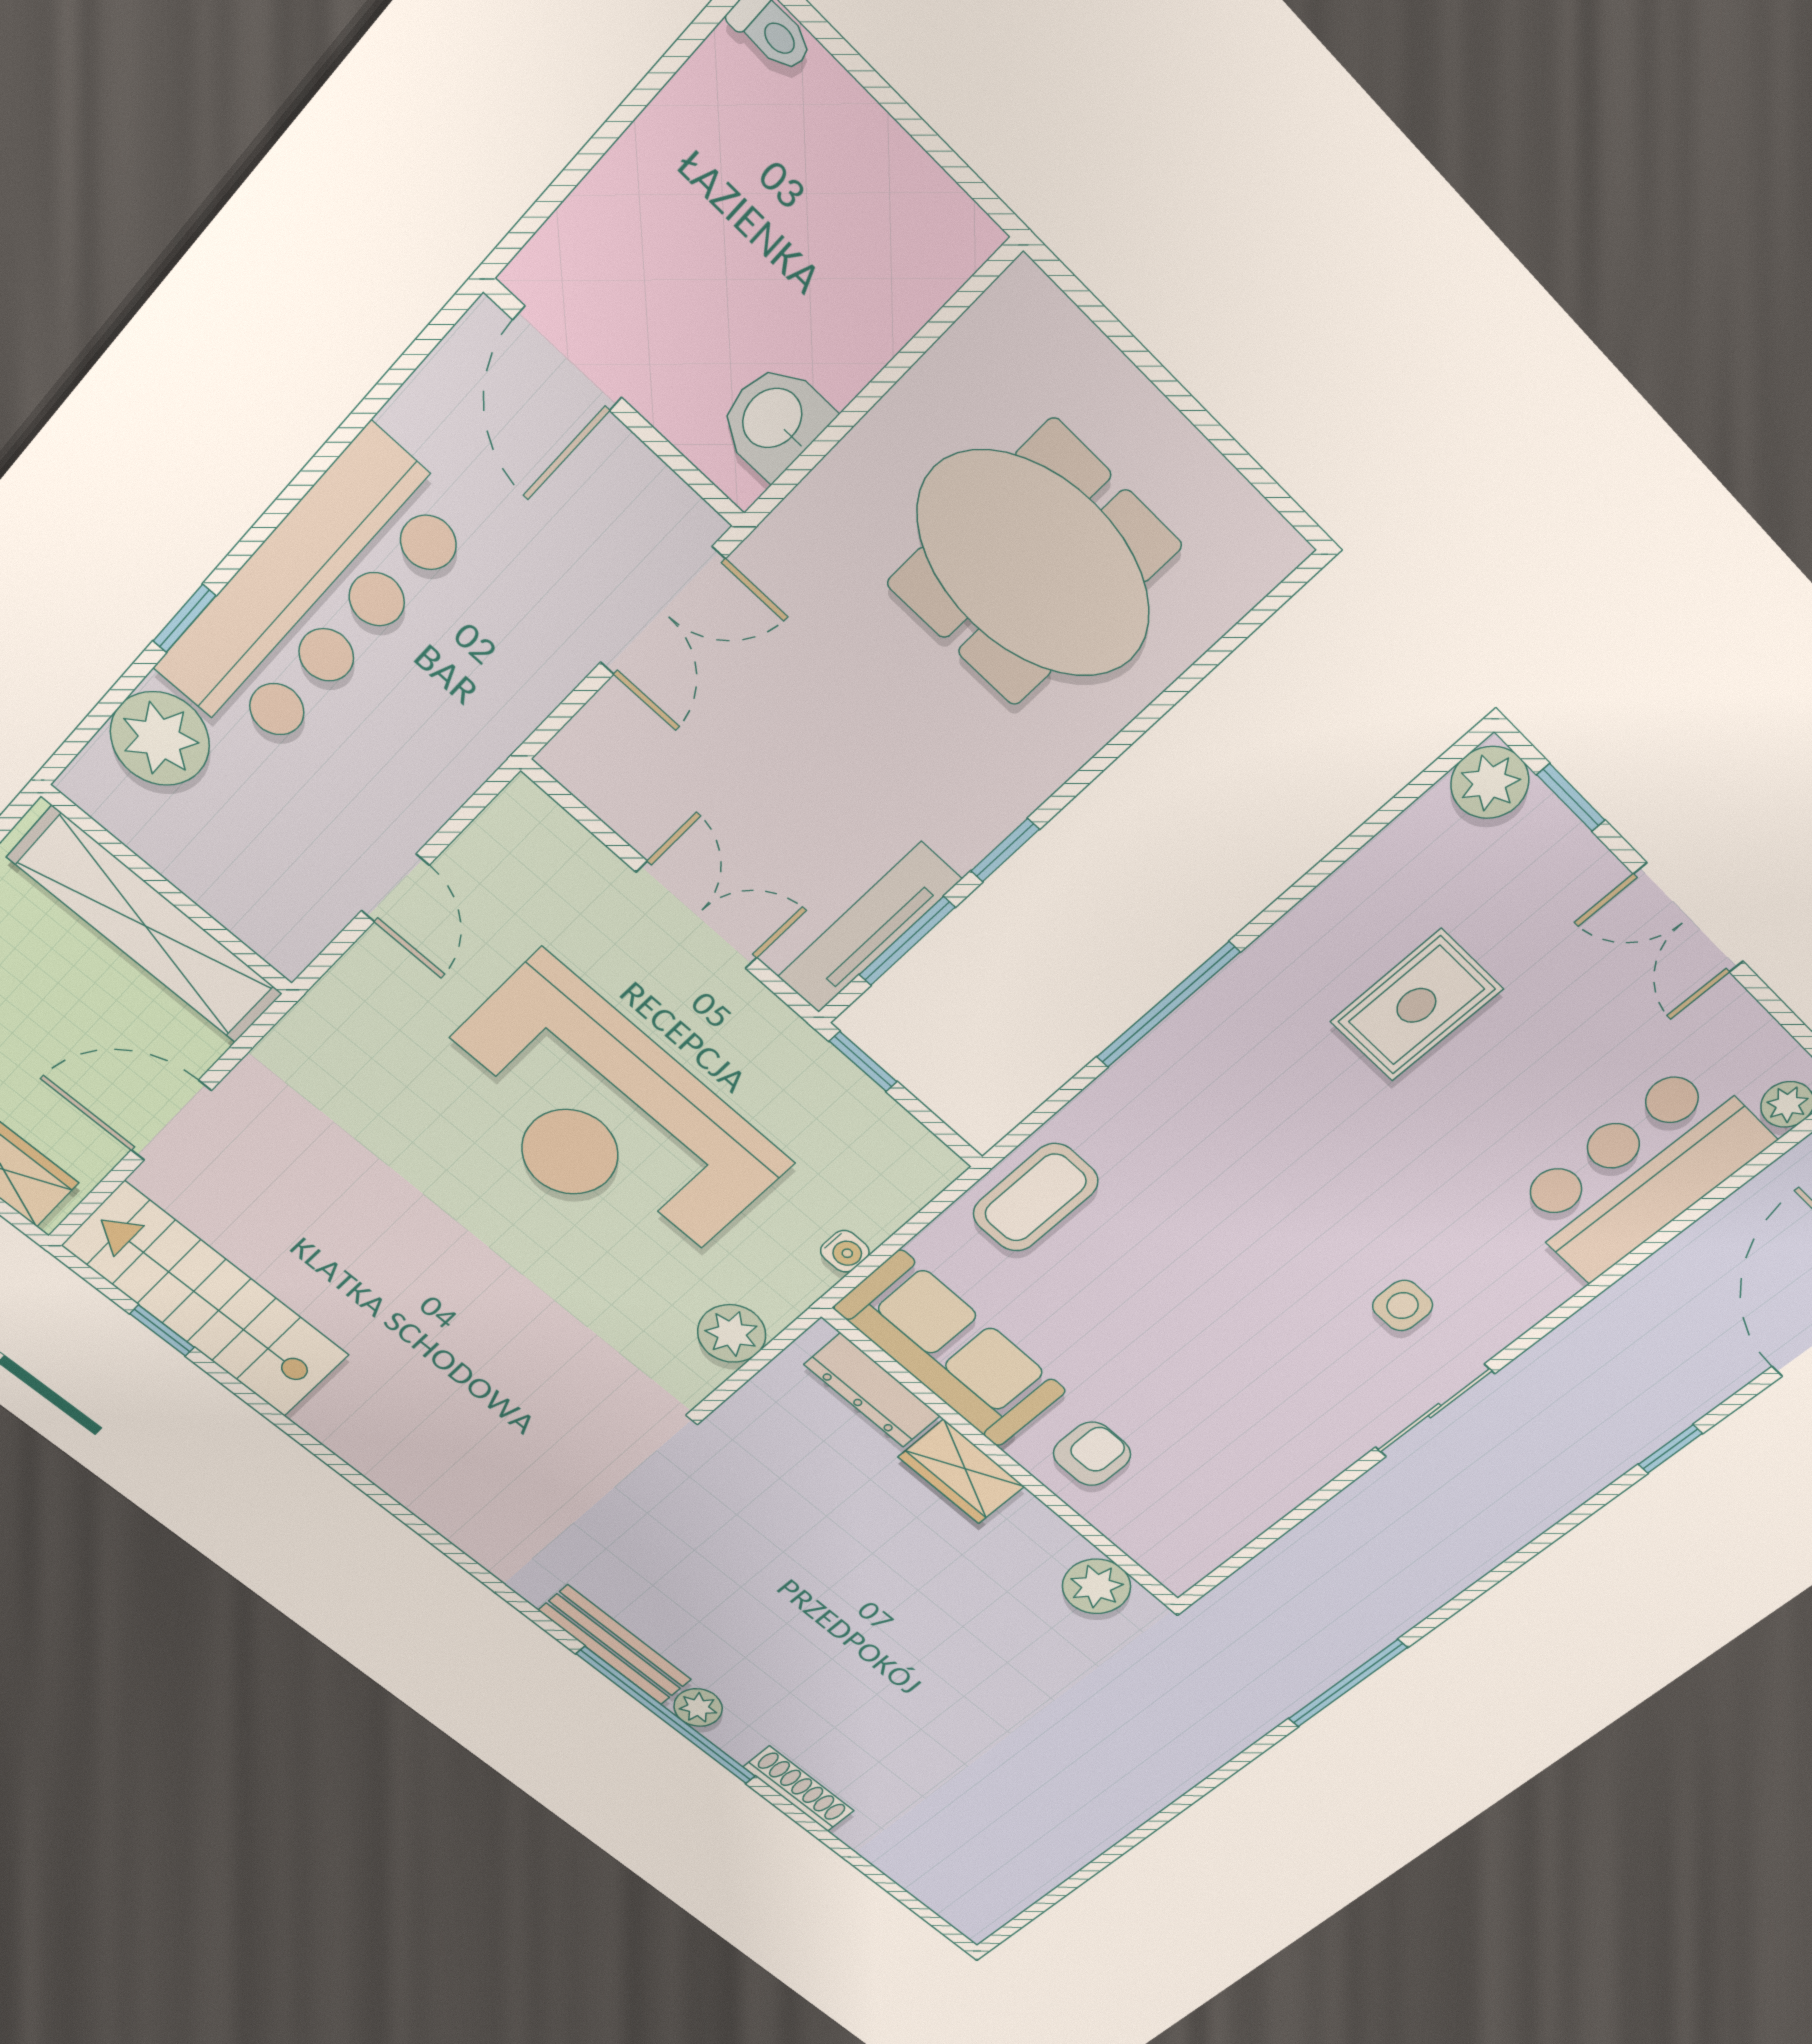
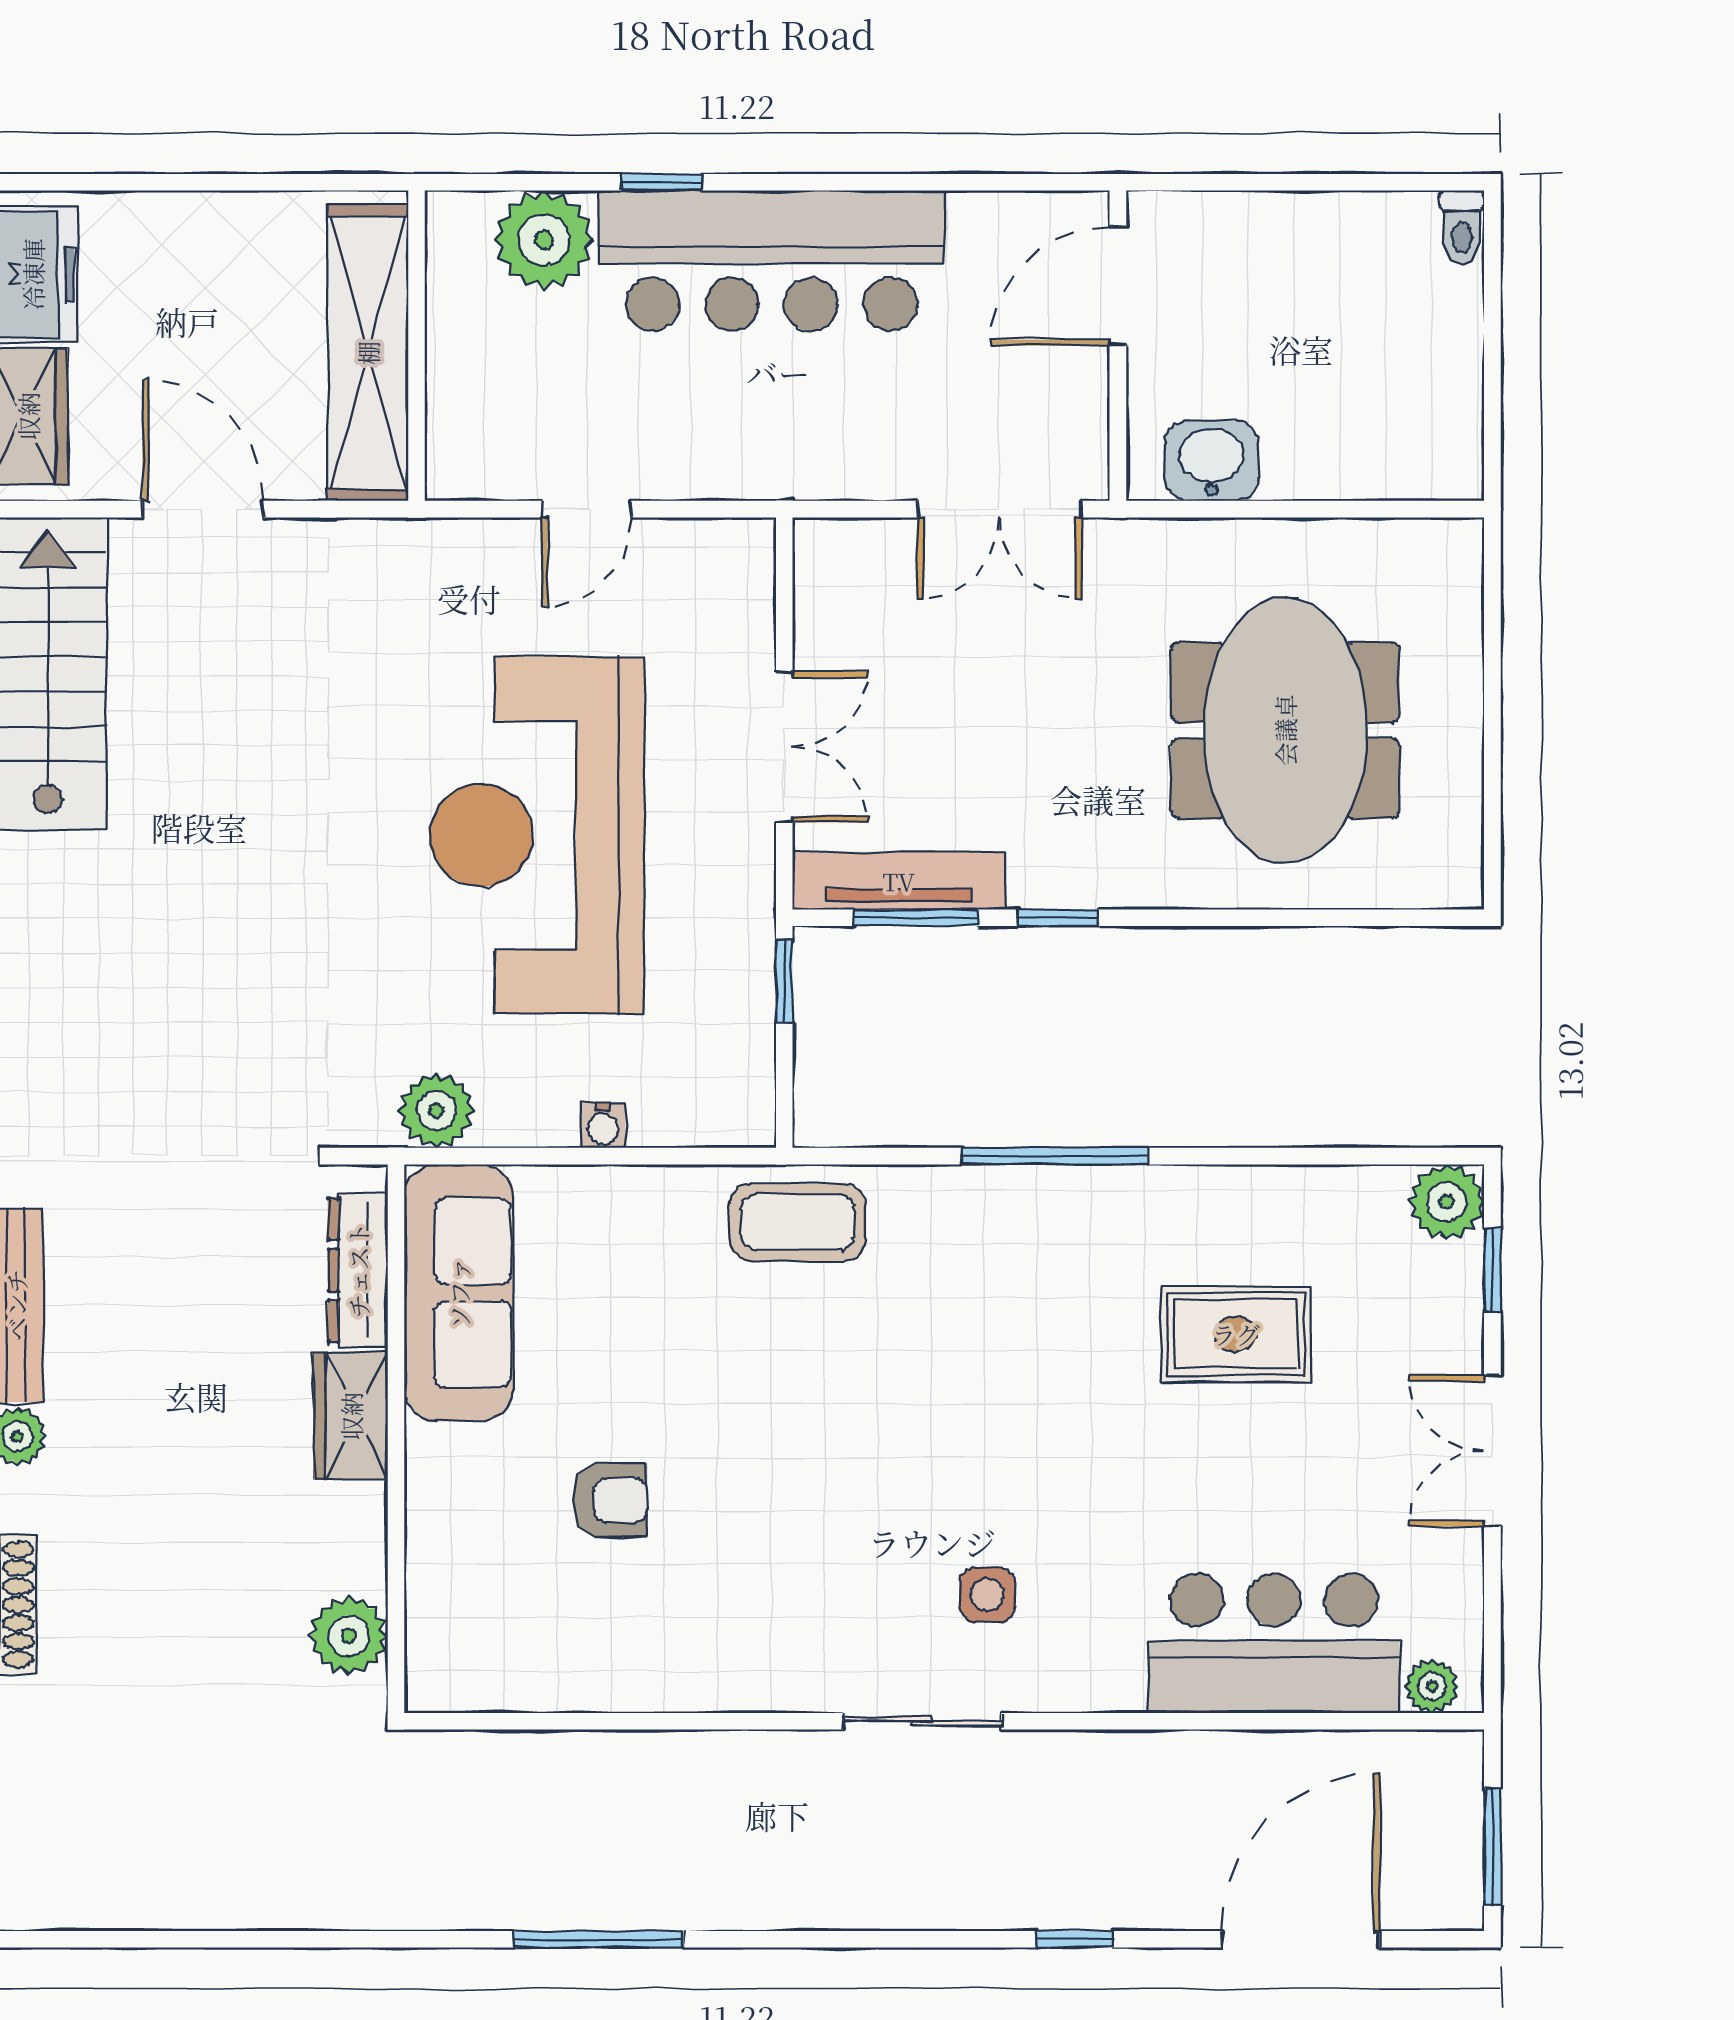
sofa: (950, 1349) -> (459, 1293), moved
dresser: (872, 1390) -> (358, 1270), moved
wall: (1004, 1461) -> (396, 1439), moved
wardrobe: (961, 1472) -> (351, 1416), moved
plant: (1096, 1586) -> (349, 1636), moved

